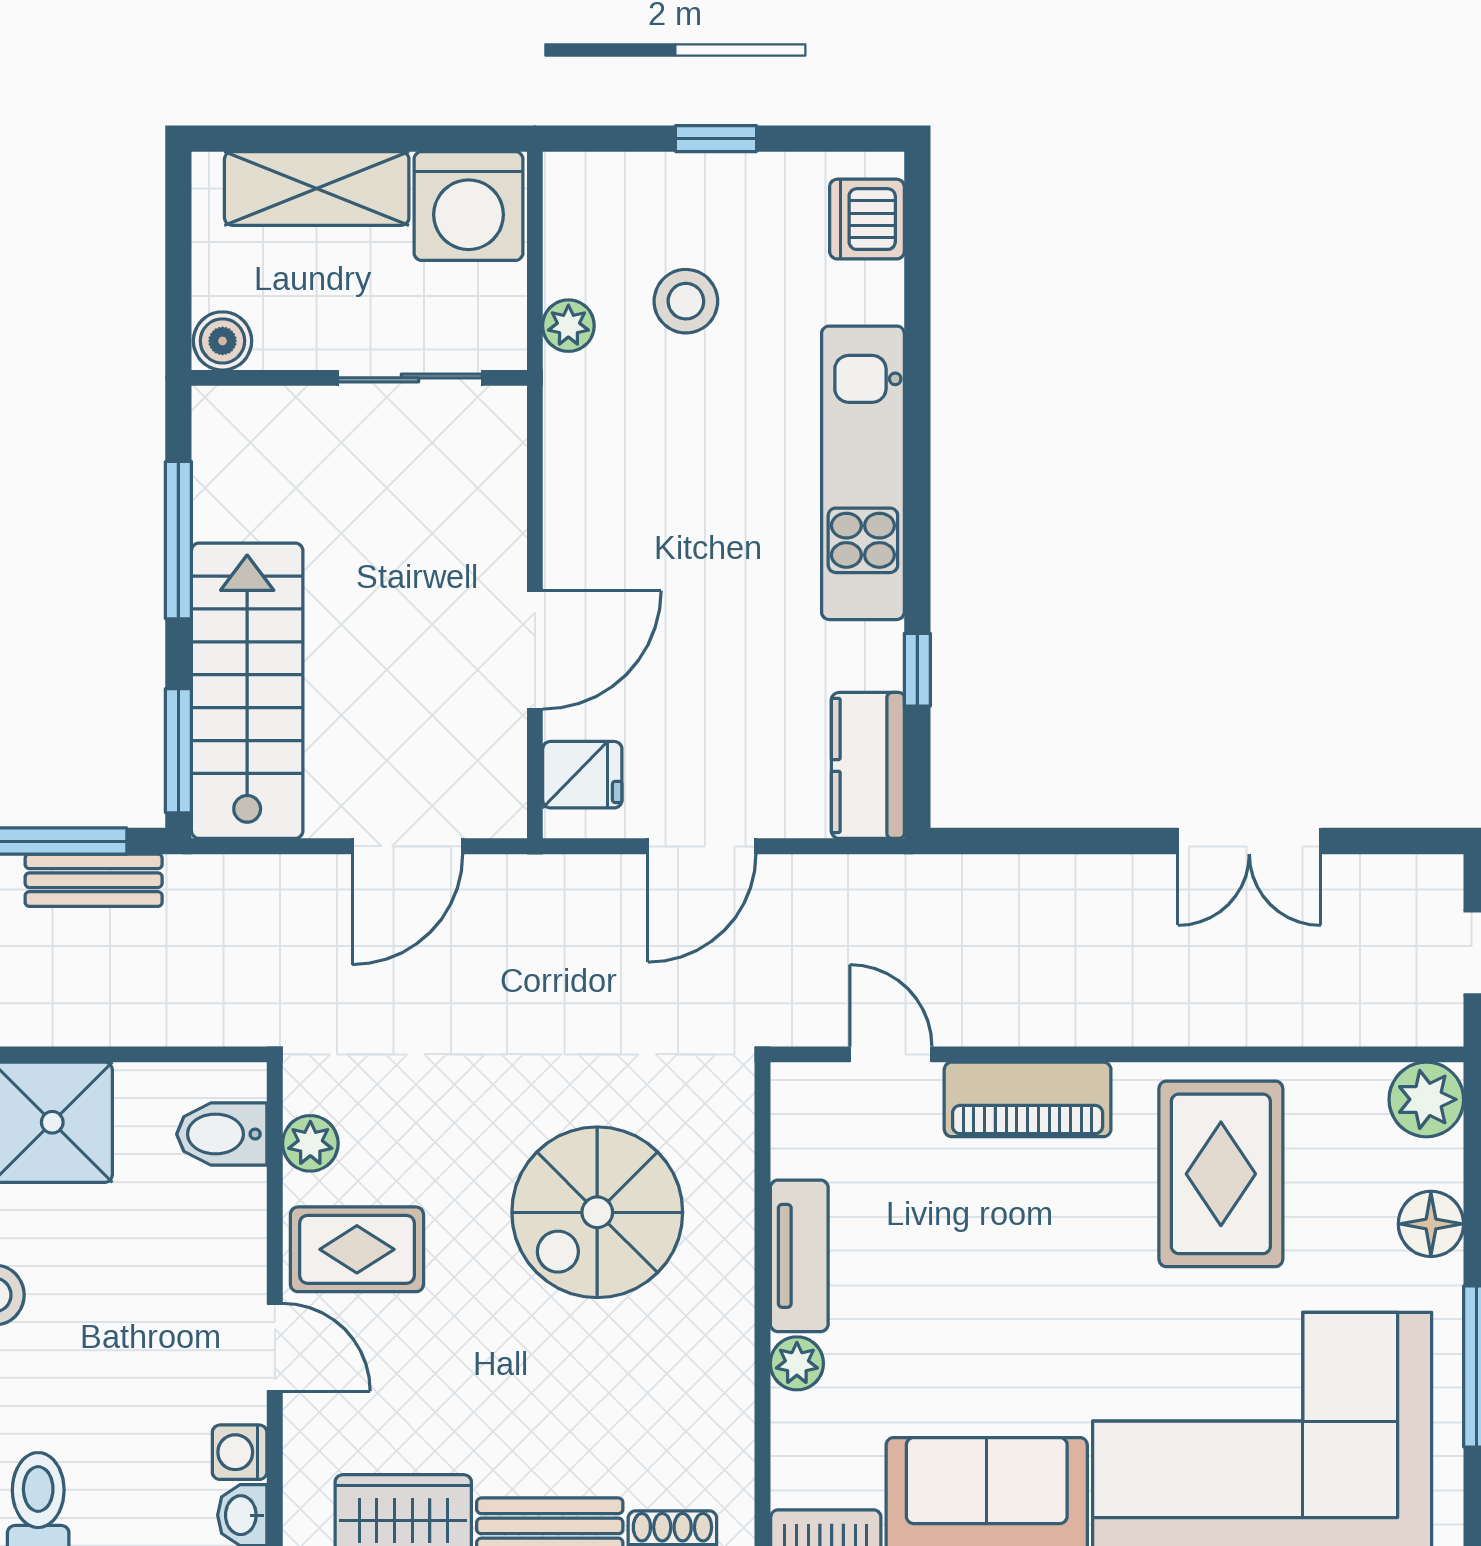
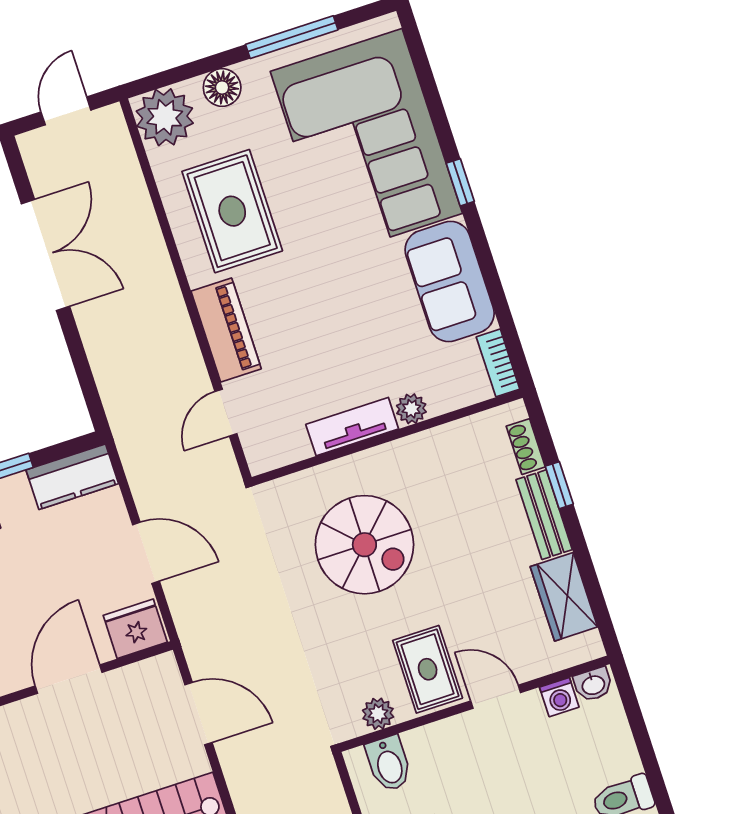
door: (535, 650) -> (69, 679), hinge flipped
fridge: (582, 775) -> (135, 629), width x1.38
double door: (1249, 841) -> (45, 255), width x1.37
plant: (1426, 1099) -> (165, 117), width x1.36, depth x1.36
rug: (1221, 1174) -> (232, 211), turned 90
door: (275, 1347) -> (496, 697), hinge flipped

